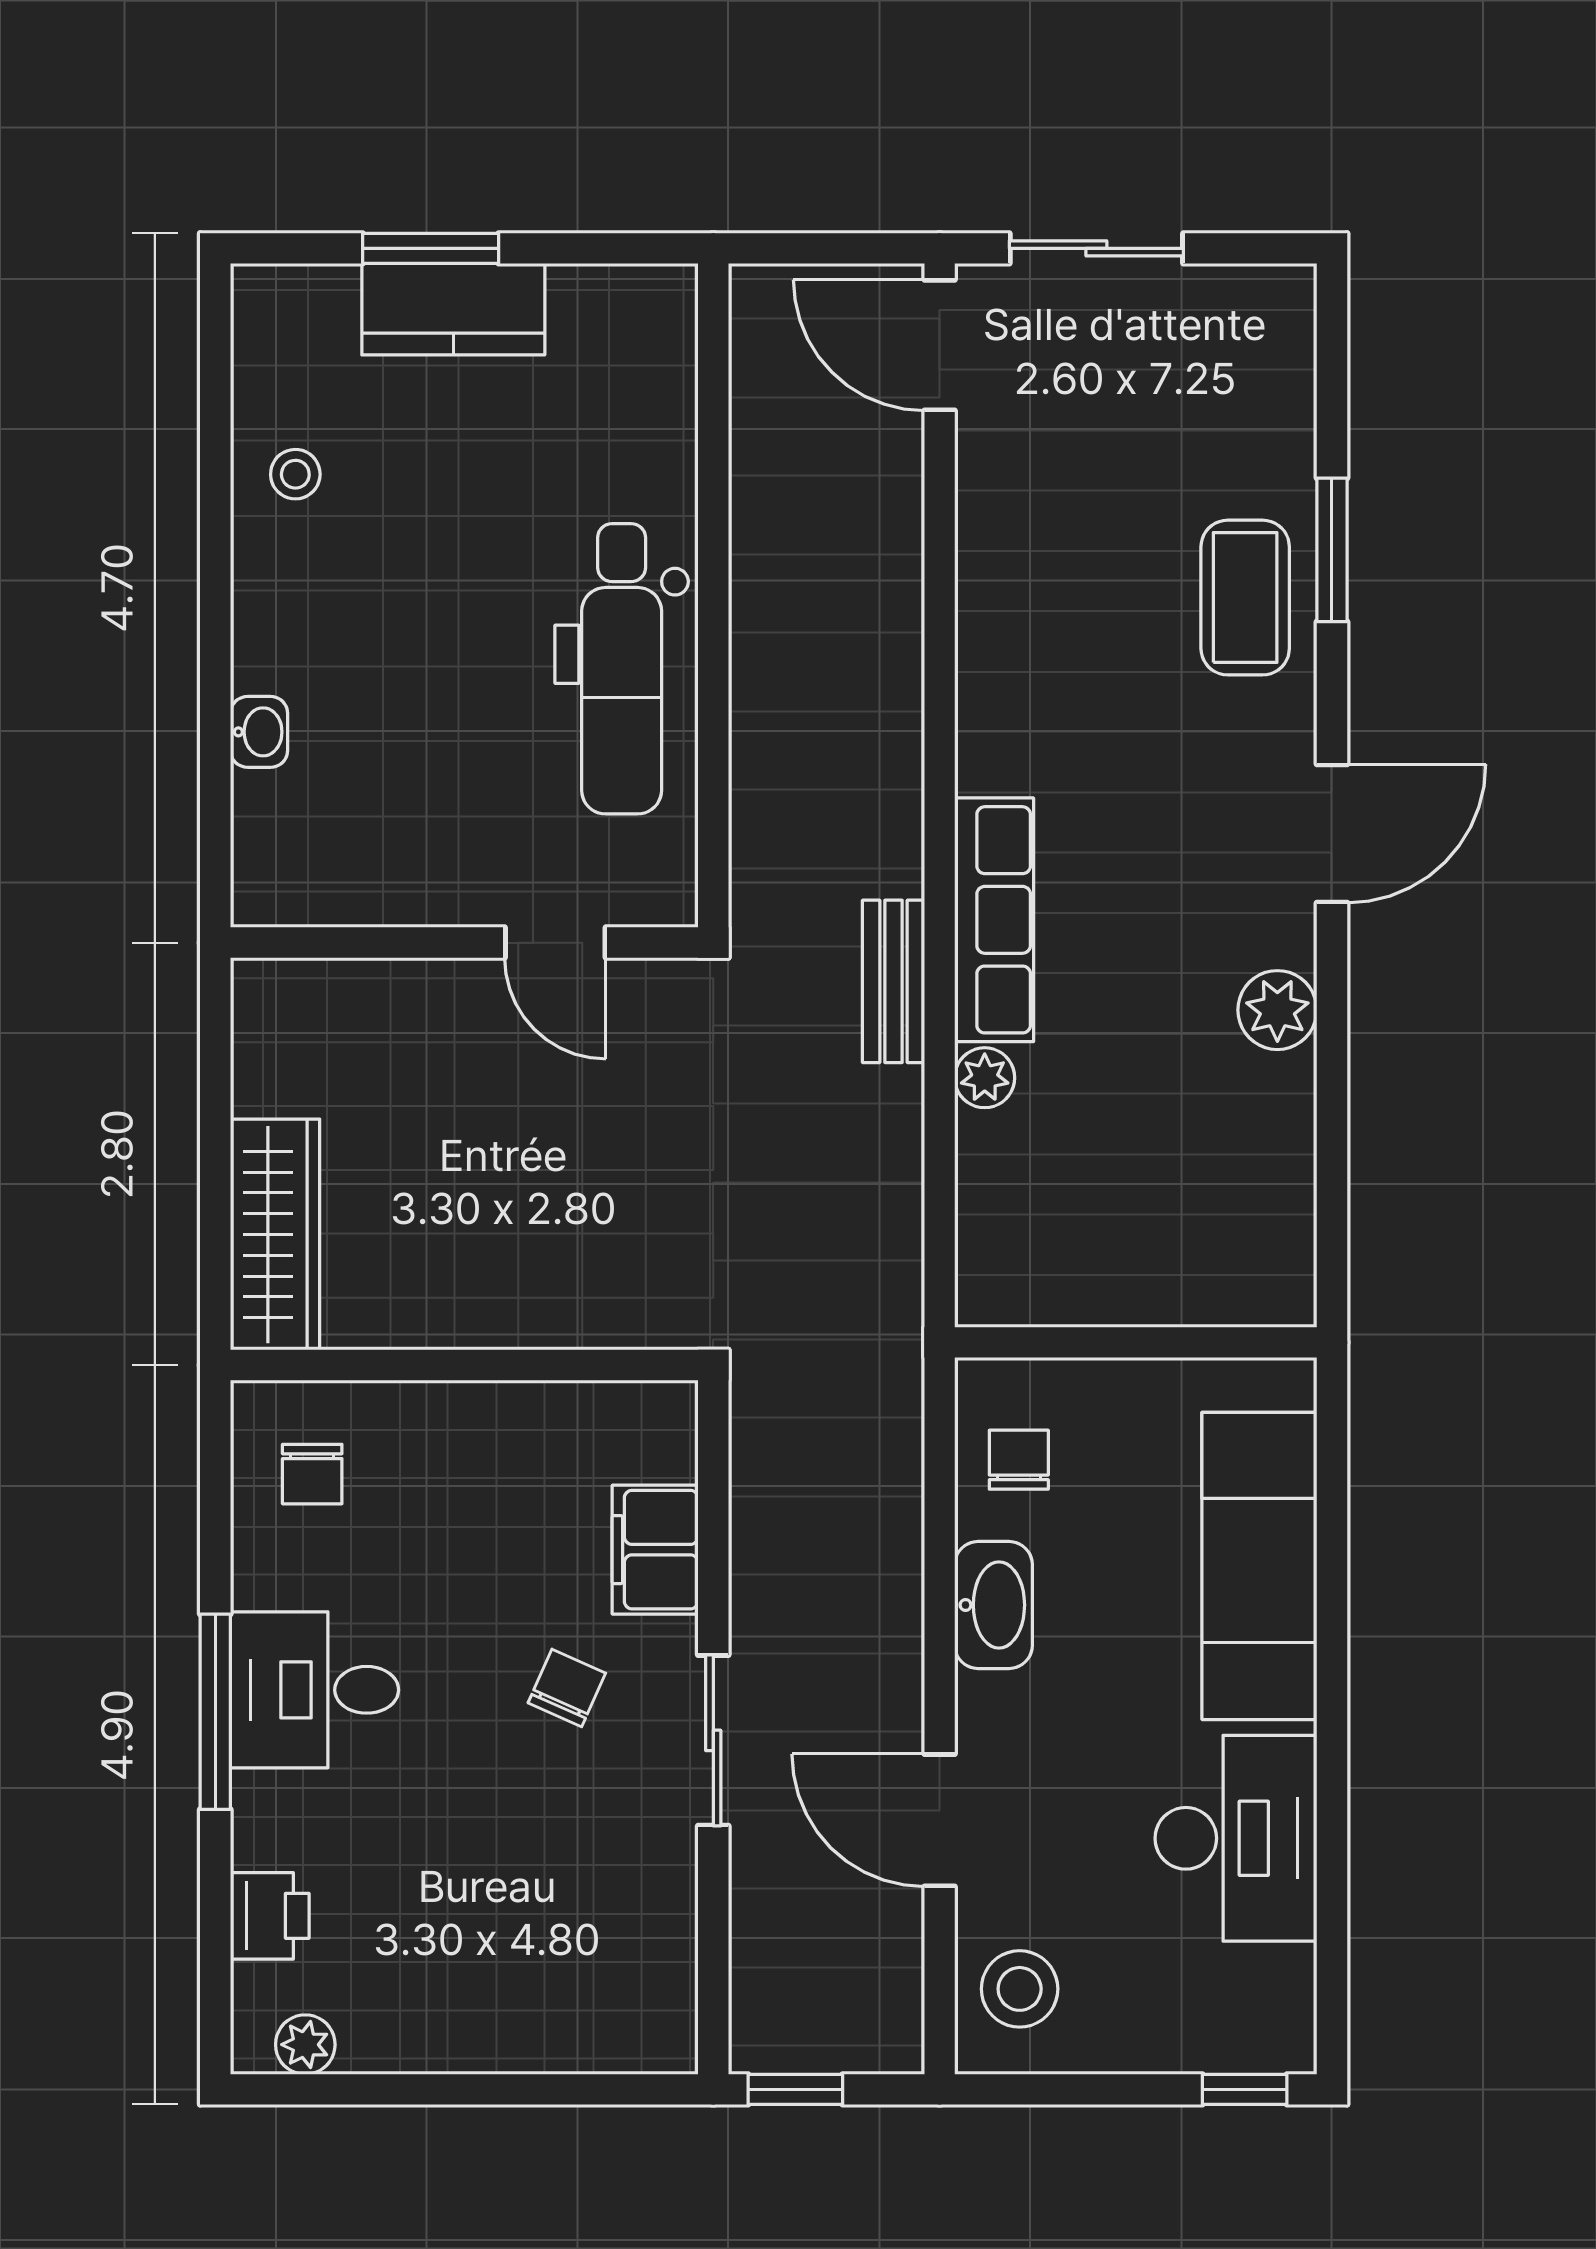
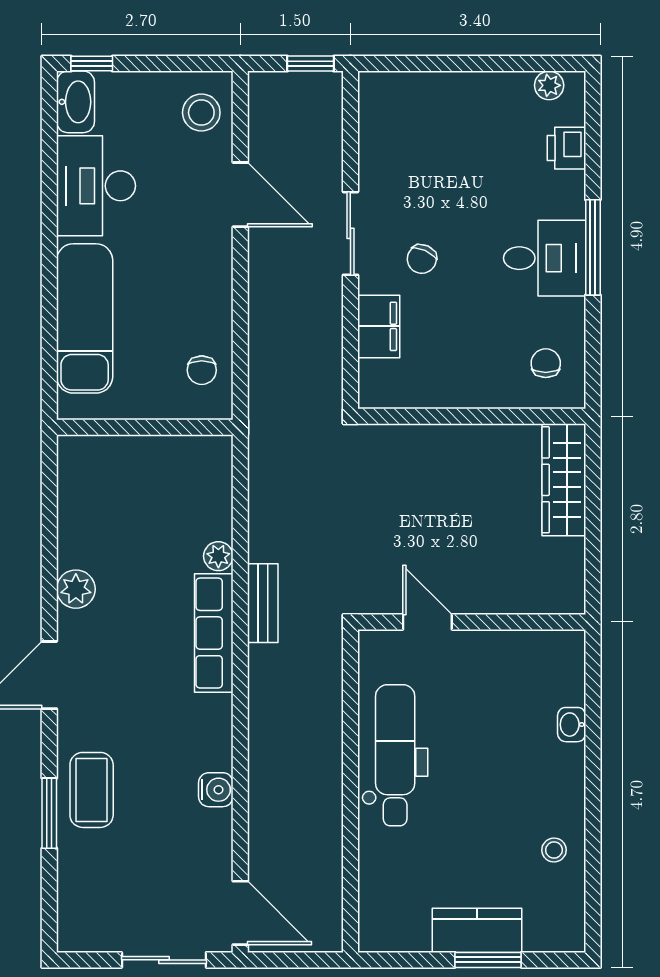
water cooler: (990, 598) -> (216, 790), added
washbasin: (994, 1605) -> (75, 102), moved, turned 180

